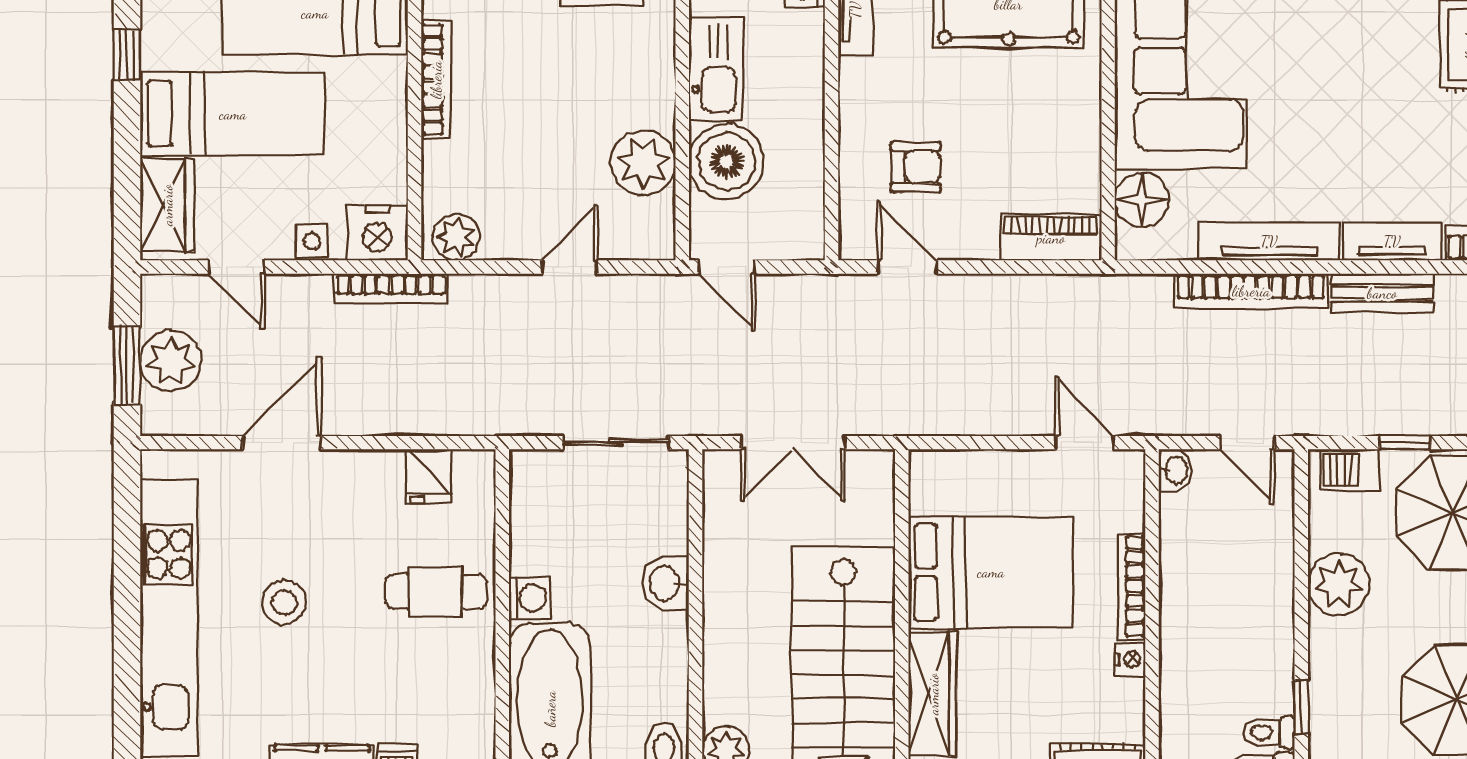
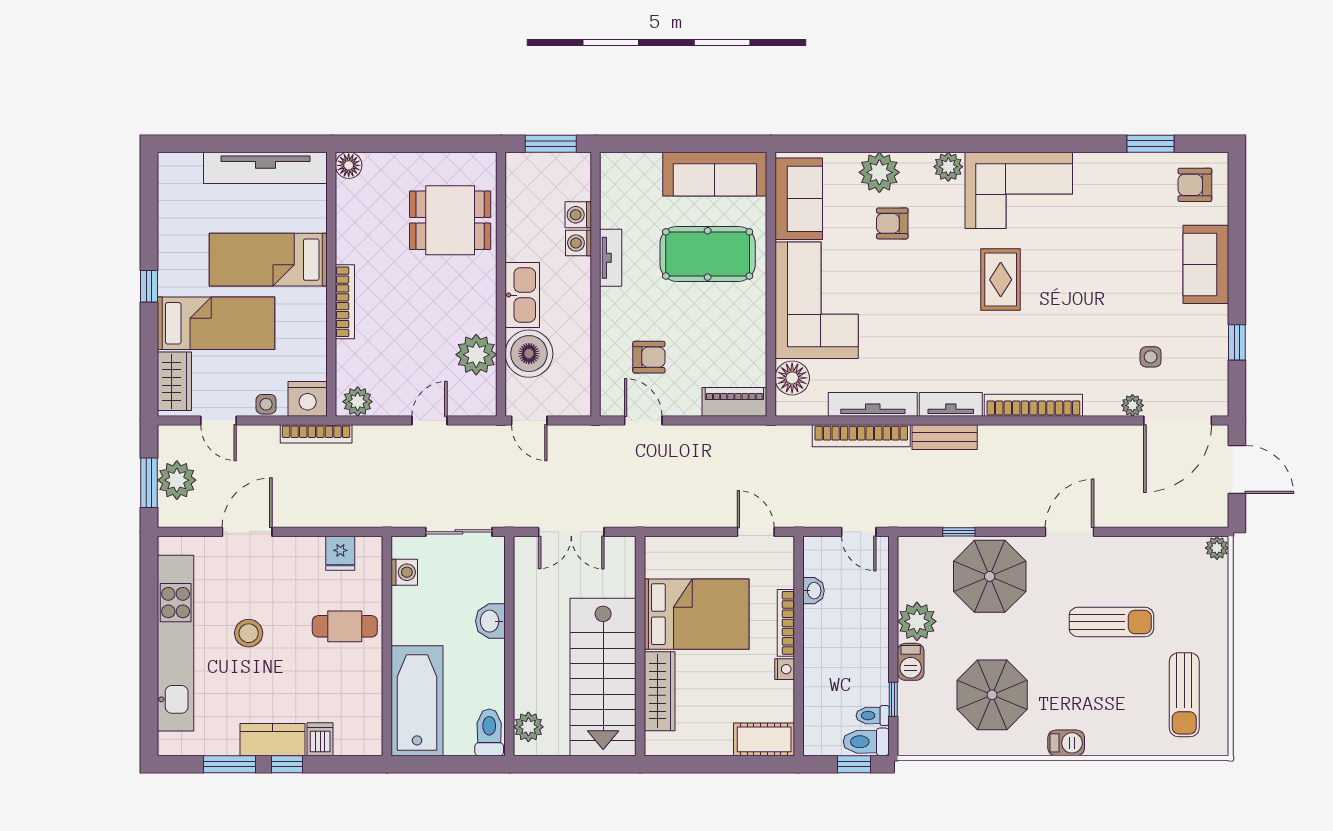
washbasin: (1175, 470) -> (814, 591), moved
barbecue: (1350, 470) -> (911, 662), moved, turned -90
washing machine: (530, 598) -> (404, 572), moved

